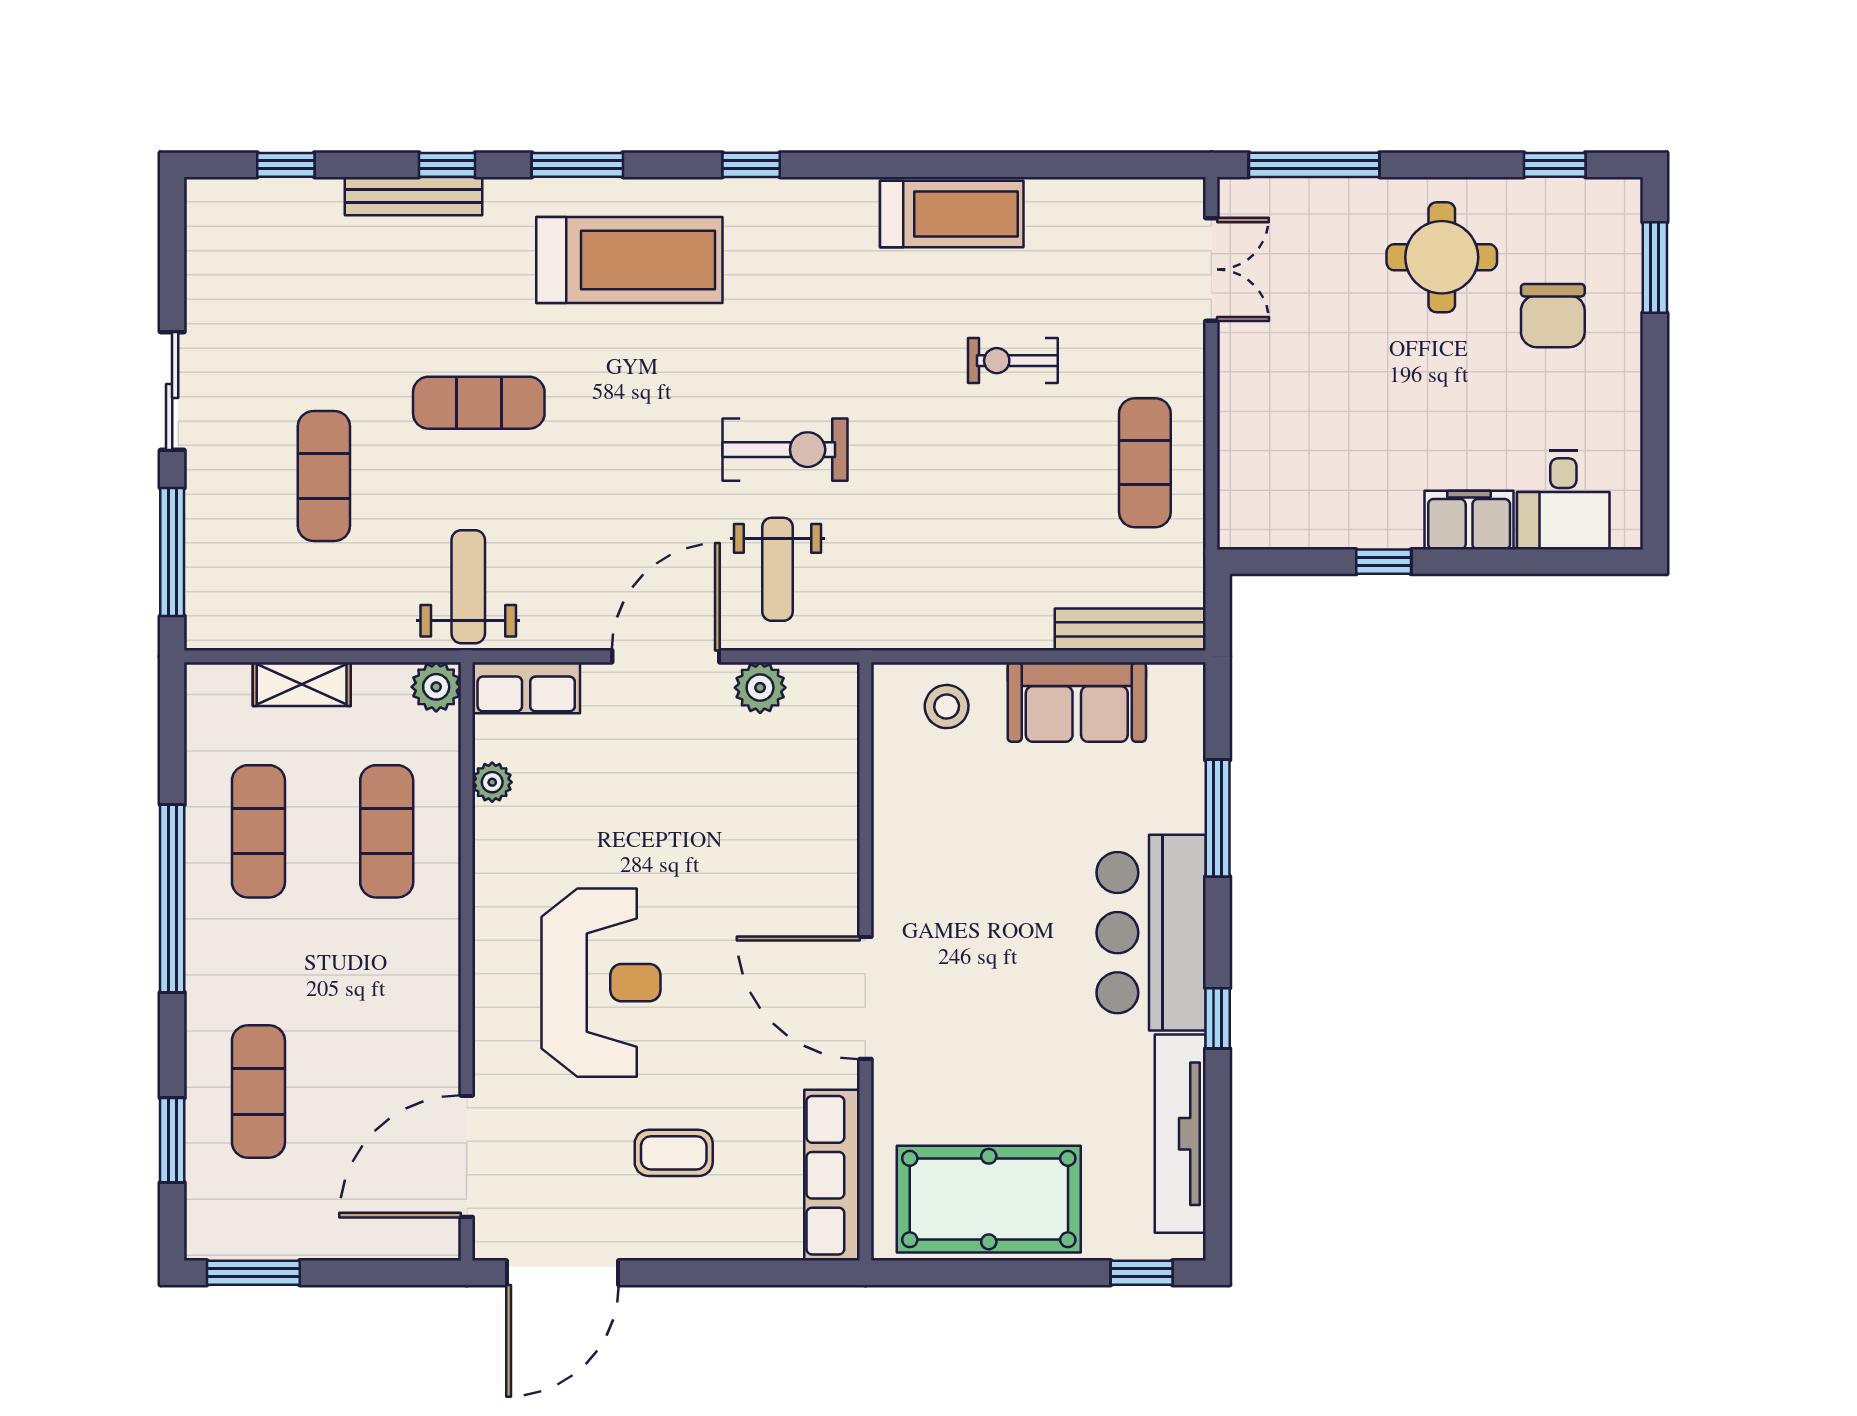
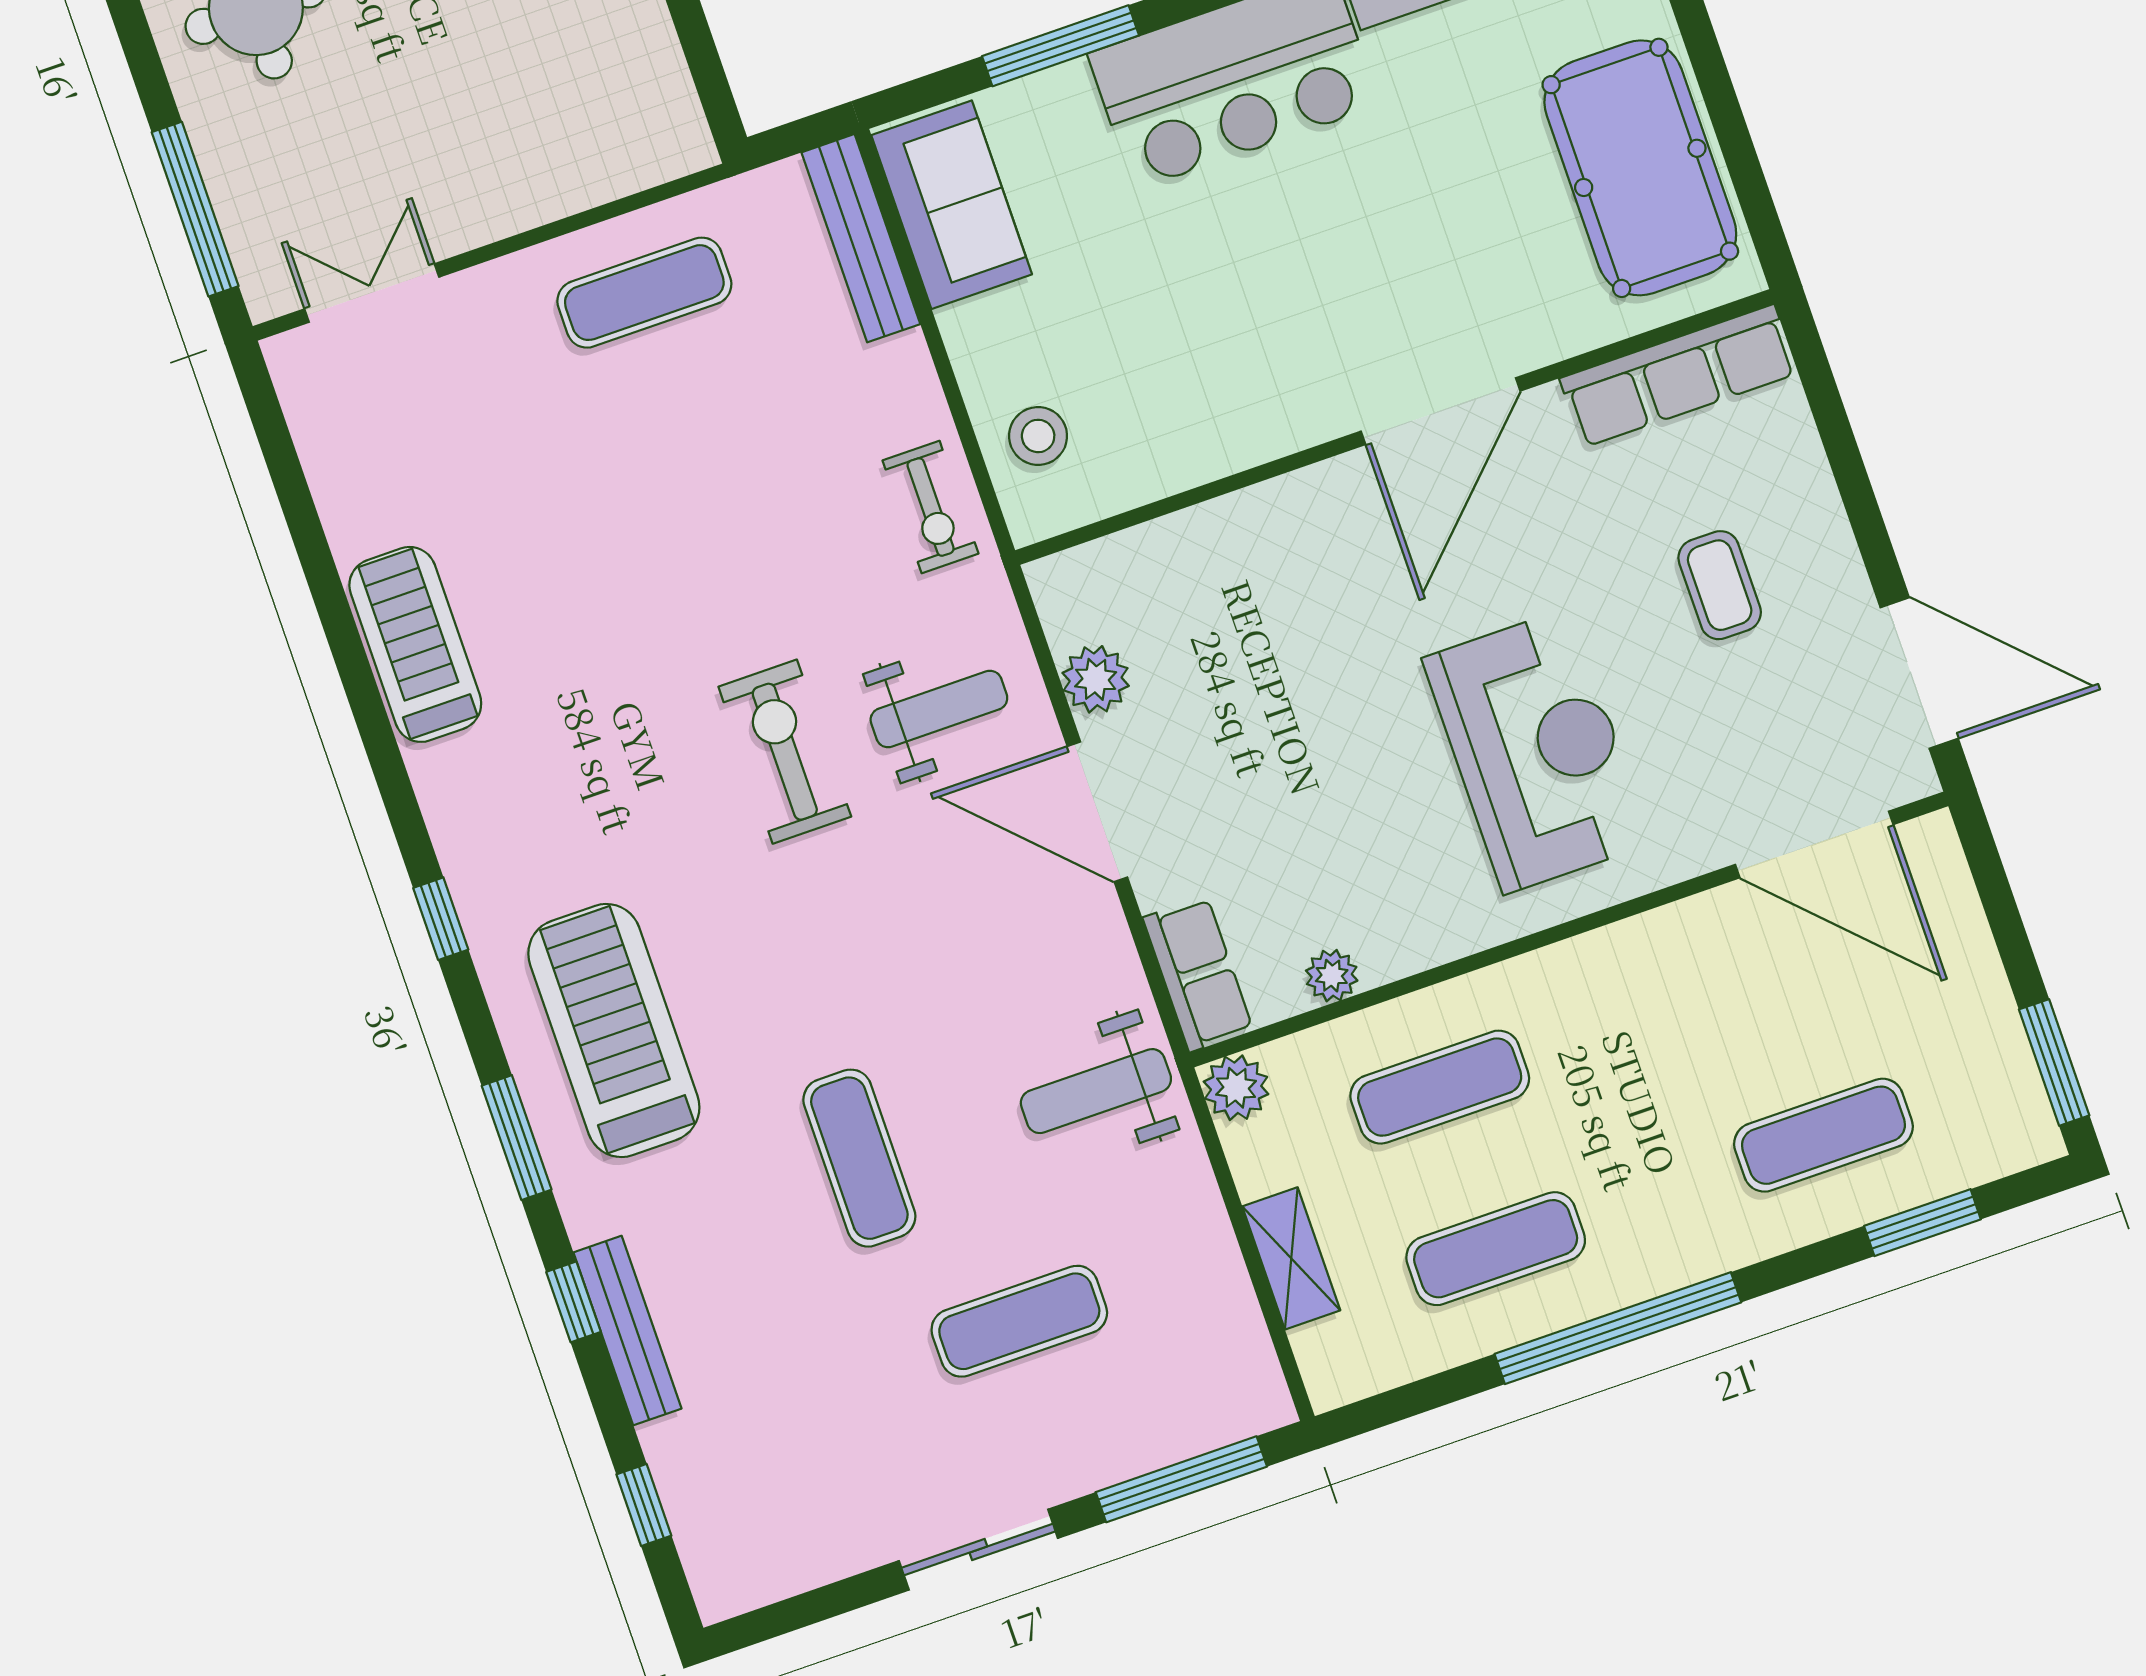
exercise bike: (1013, 361) -> (931, 507), moved
sofa: (1077, 702) -> (952, 205), moved
reception desk: (601, 983) -> (1537, 751), turned 90

